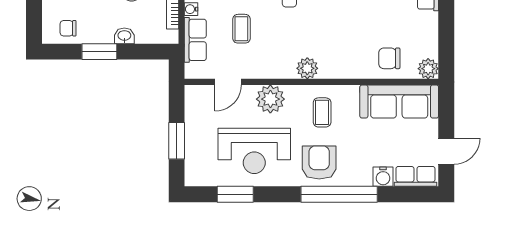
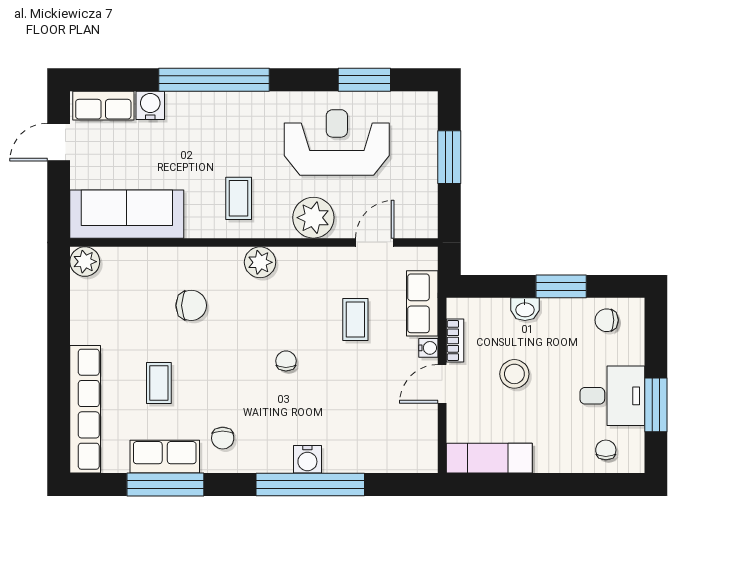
chair: (68, 28) -> (607, 320), turned 180
chair: (389, 58) -> (191, 305), moved
armchair: (319, 163) -> (243, 126), removed

